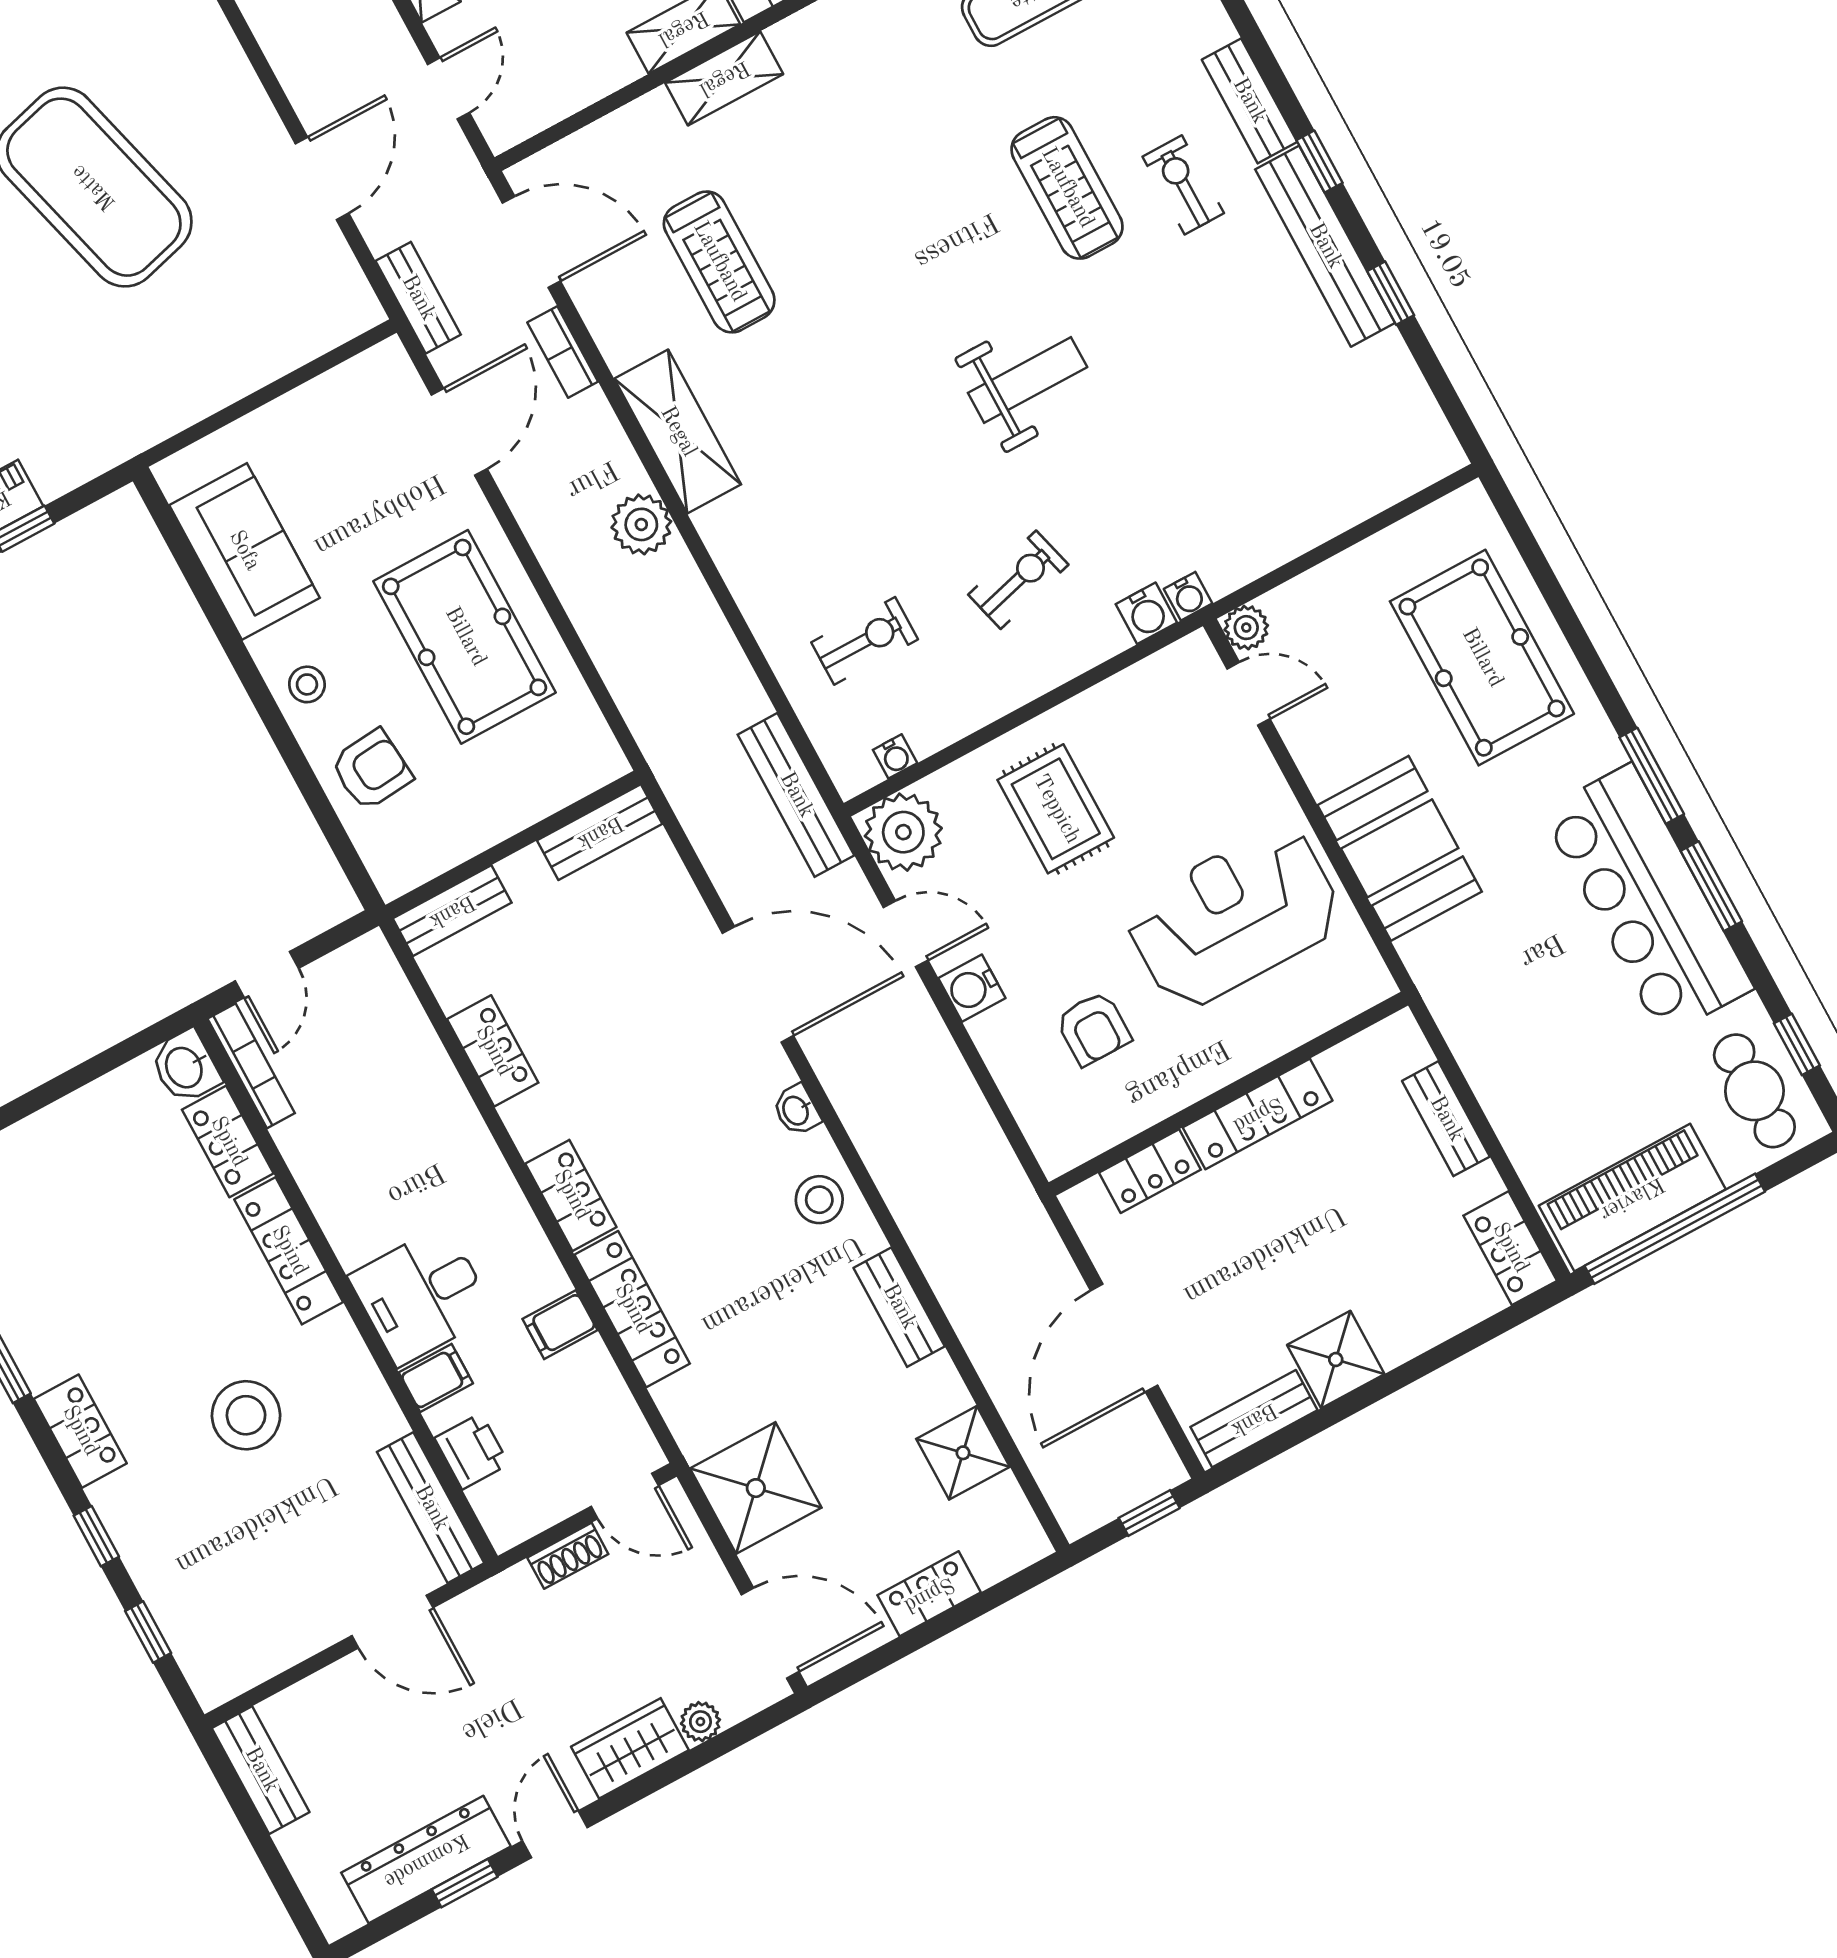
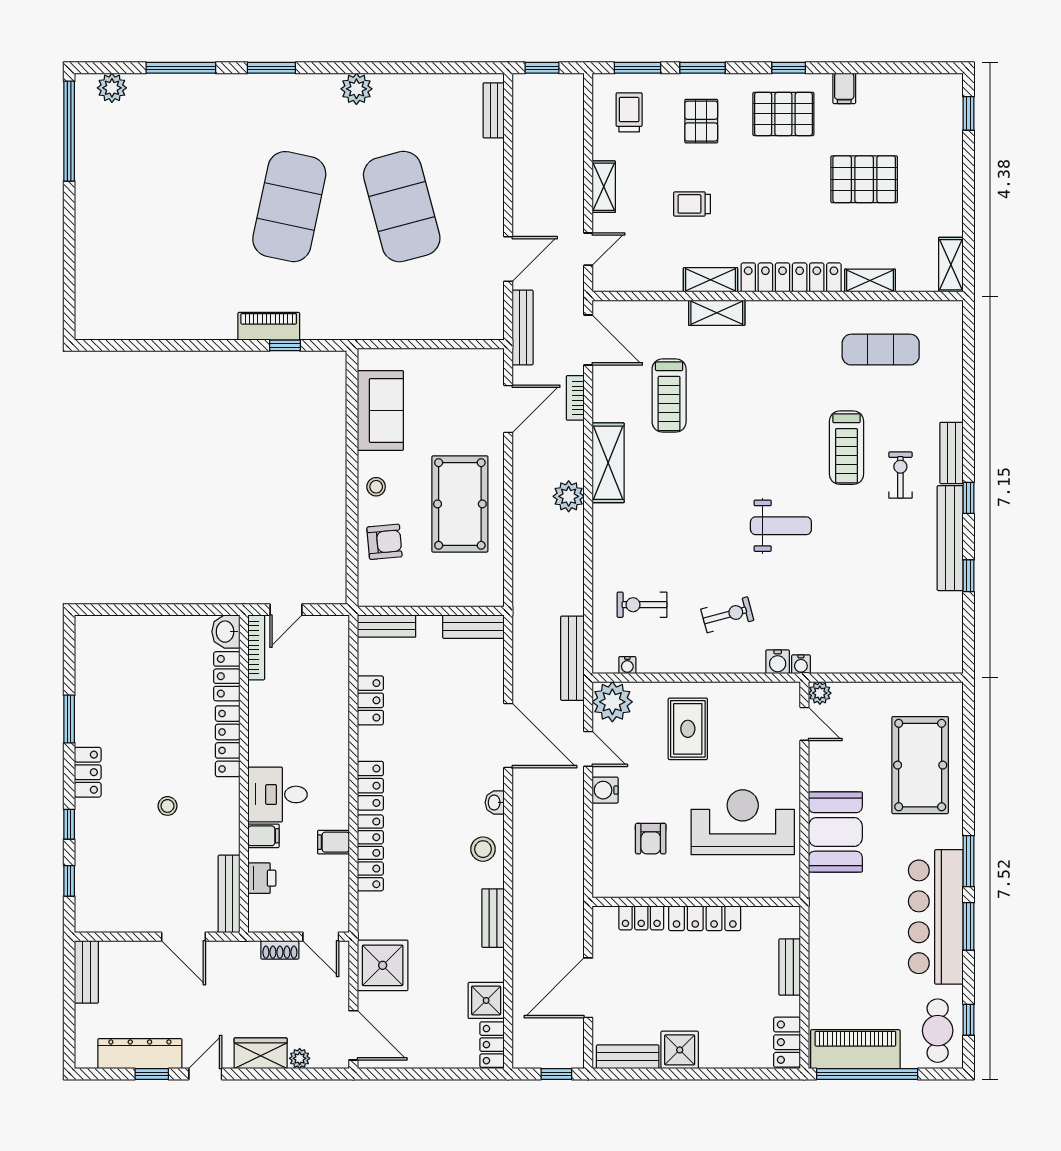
bench: (418, 298) -> (523, 327), width x1.36
exercise bike: (865, 641) -> (642, 605), turned 180
stool: (246, 1415) -> (167, 806), width x0.53, depth x0.53
locker: (929, 1594) -> (492, 1045), moved, turned -90

